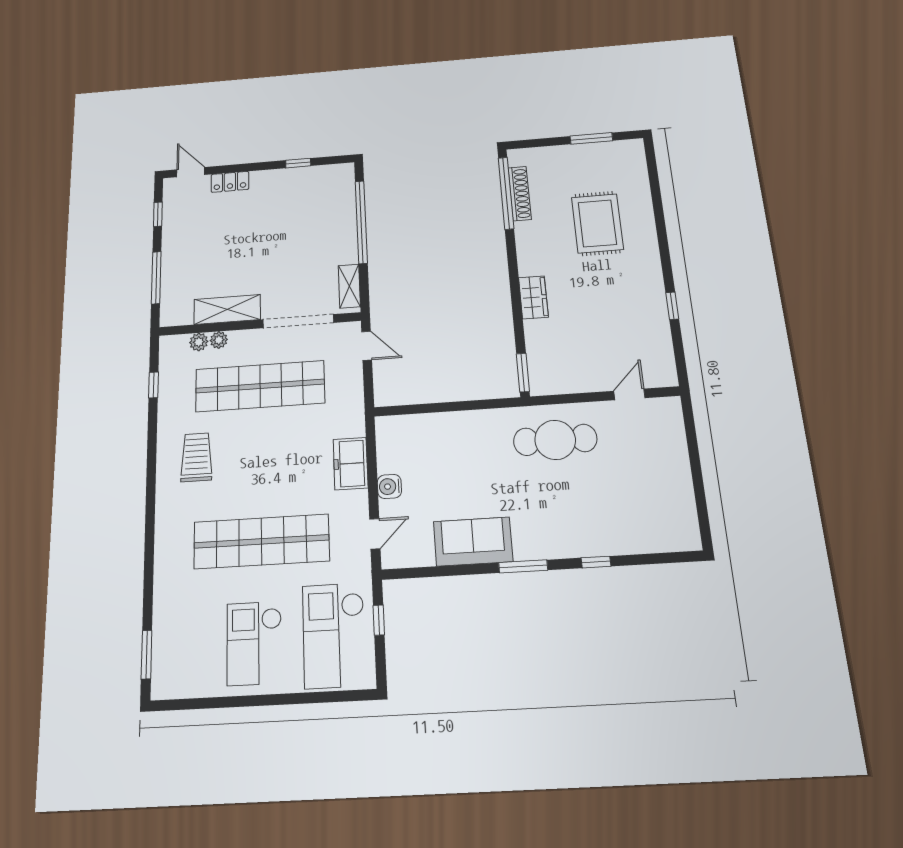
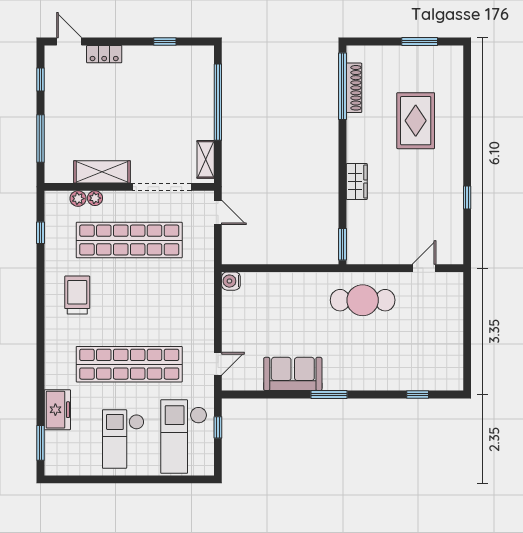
freezer: (351, 464) -> (57, 410), moved, turned 180
water cooler: (389, 486) -> (231, 281), moved
window: (596, 562) -> (418, 395), moved

